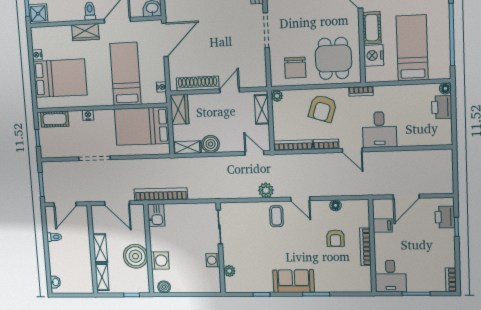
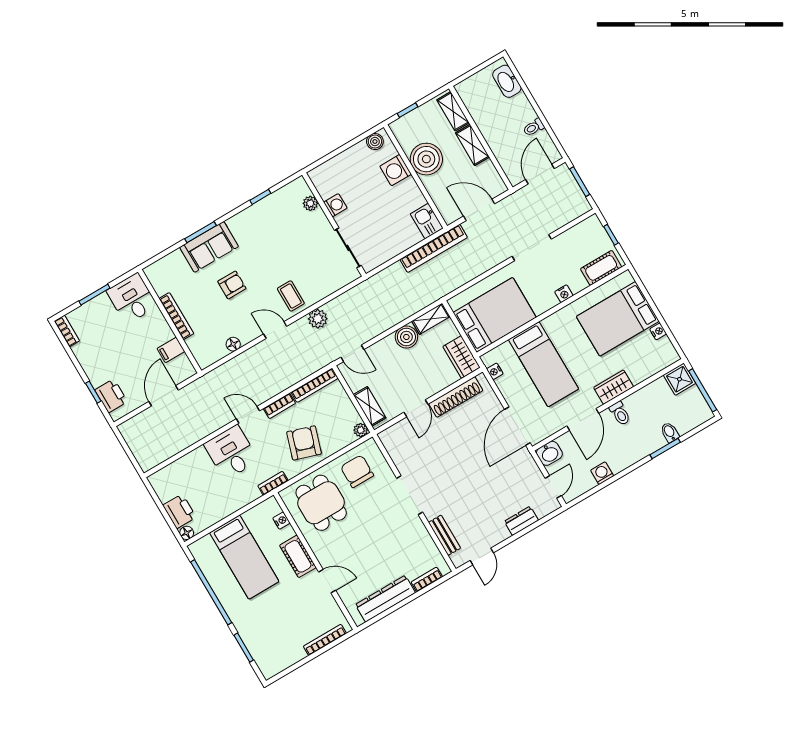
nightstand: (374, 55) -> (281, 521), width x0.53, depth x0.56
armchair: (335, 238) -> (232, 285), moved, turned 90
sofa: (294, 281) -> (209, 247), moved
washbasin: (55, 282) -> (507, 81), width x1.91, depth x1.45

